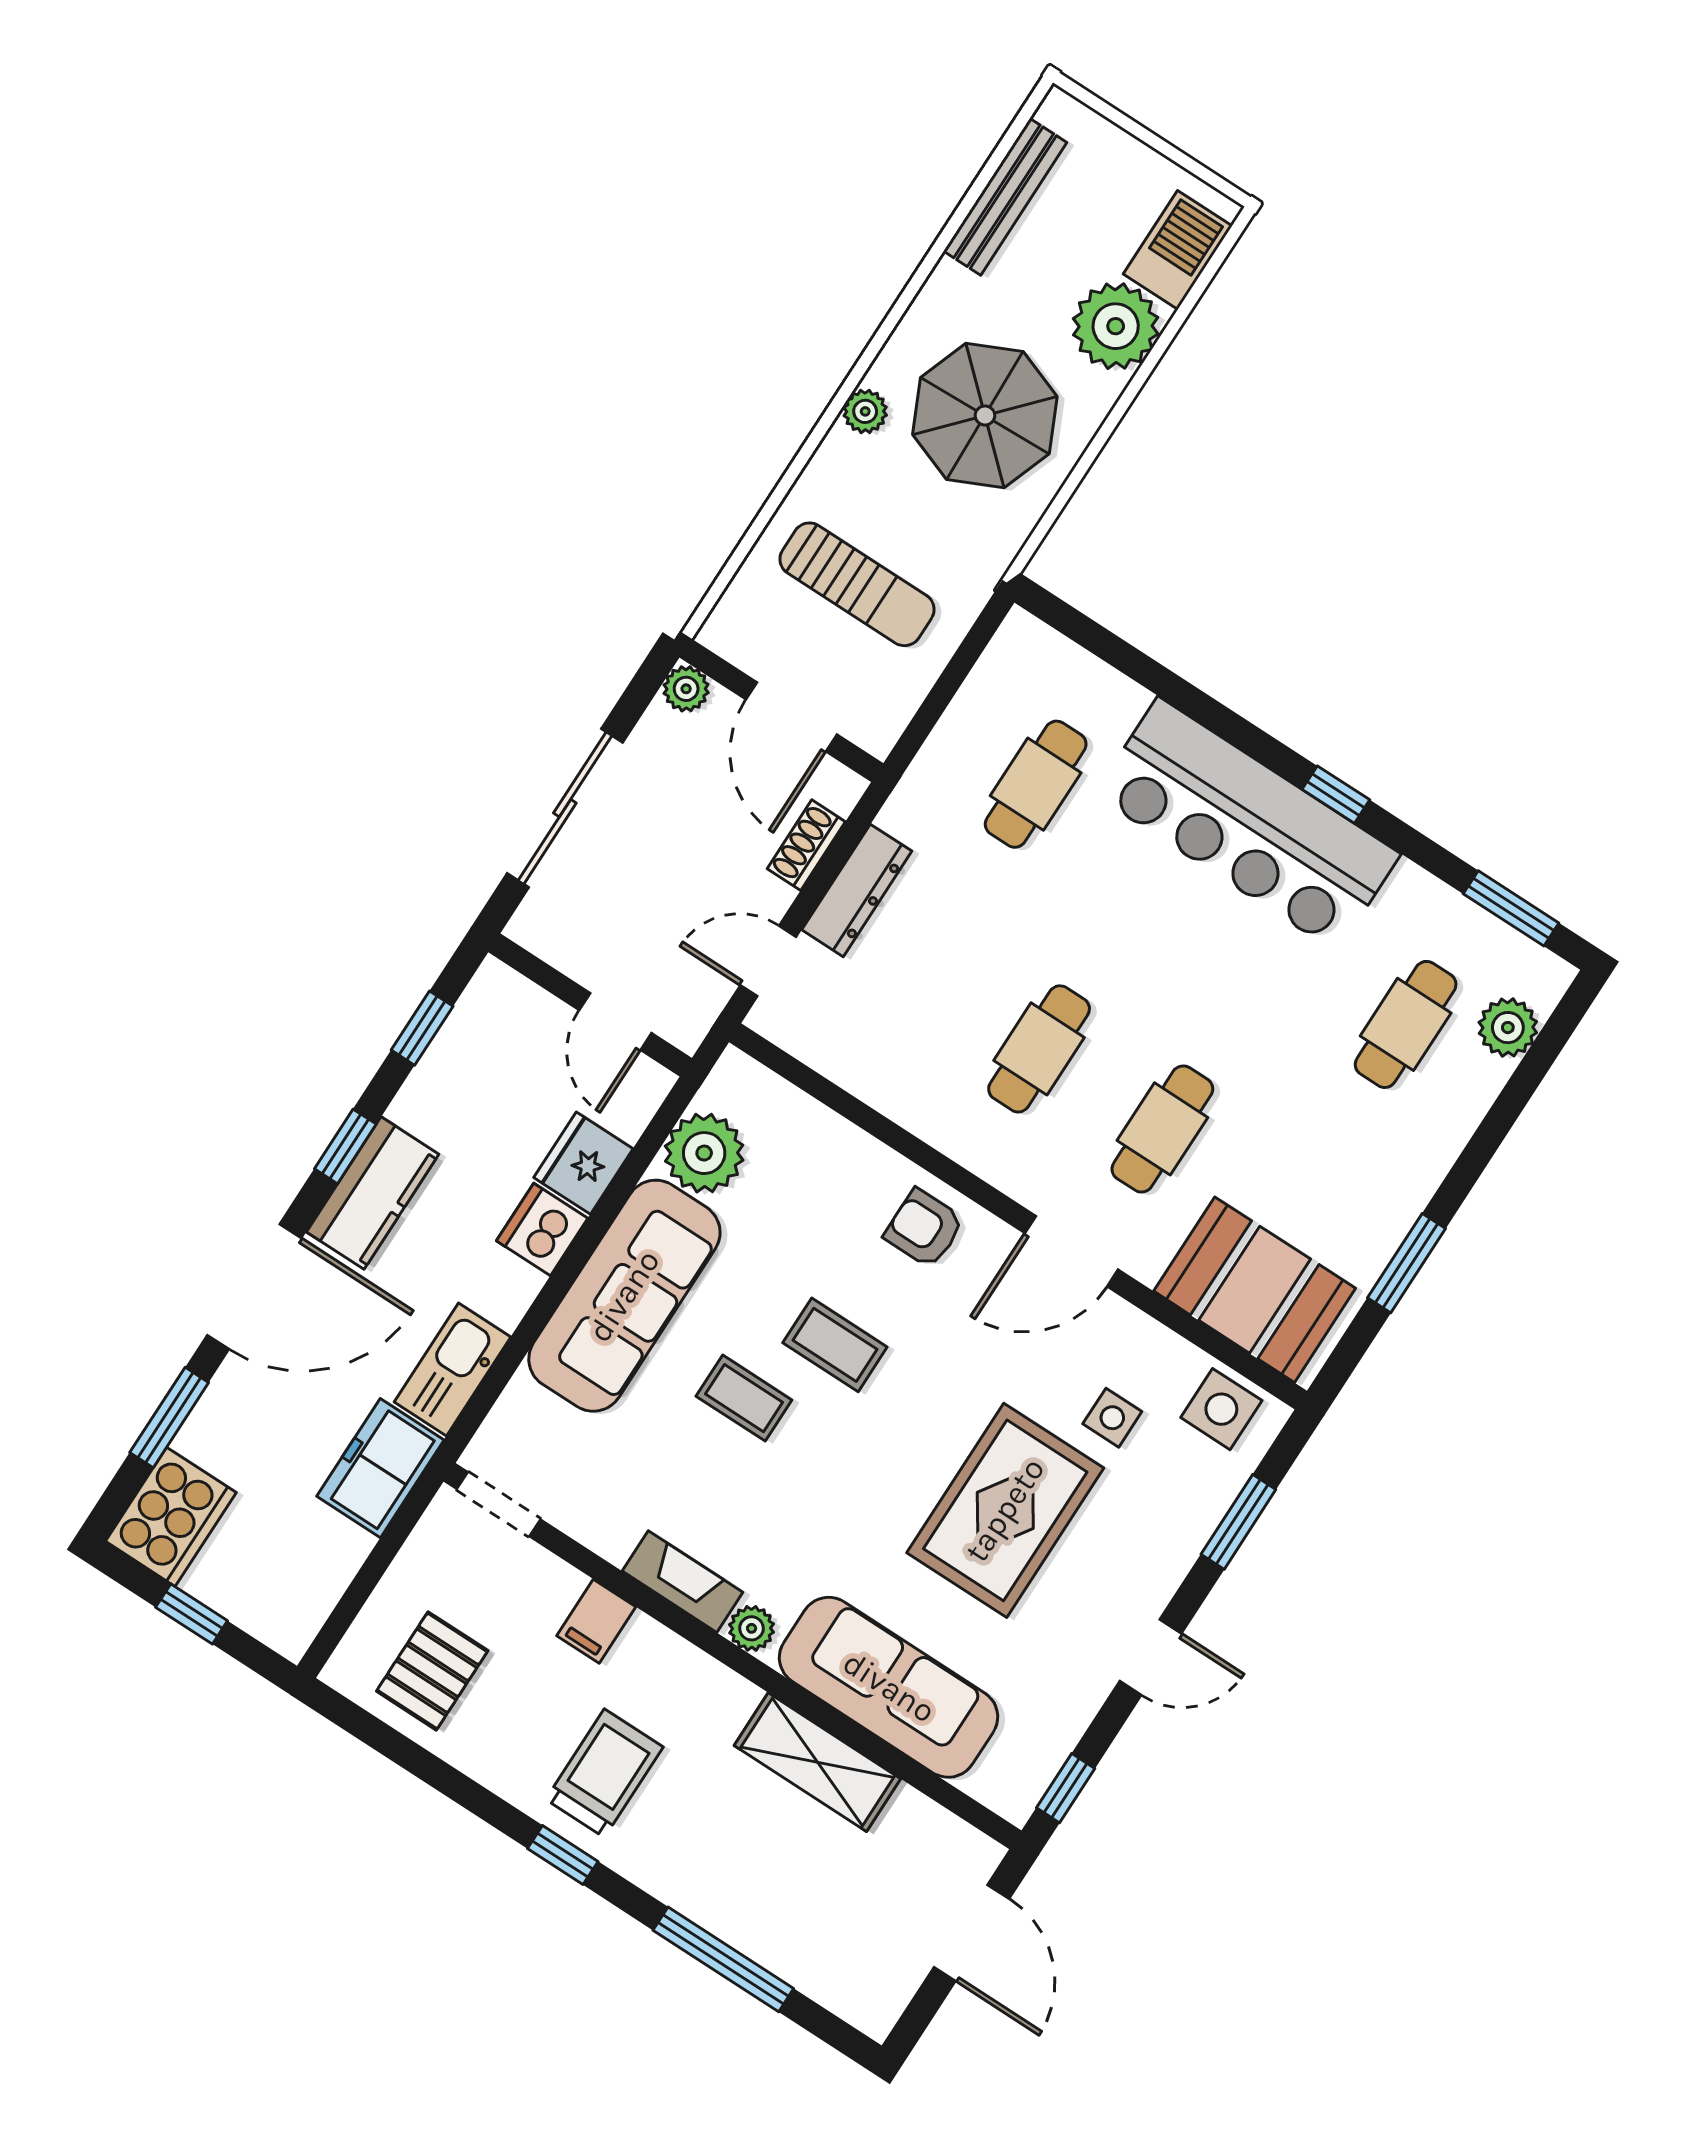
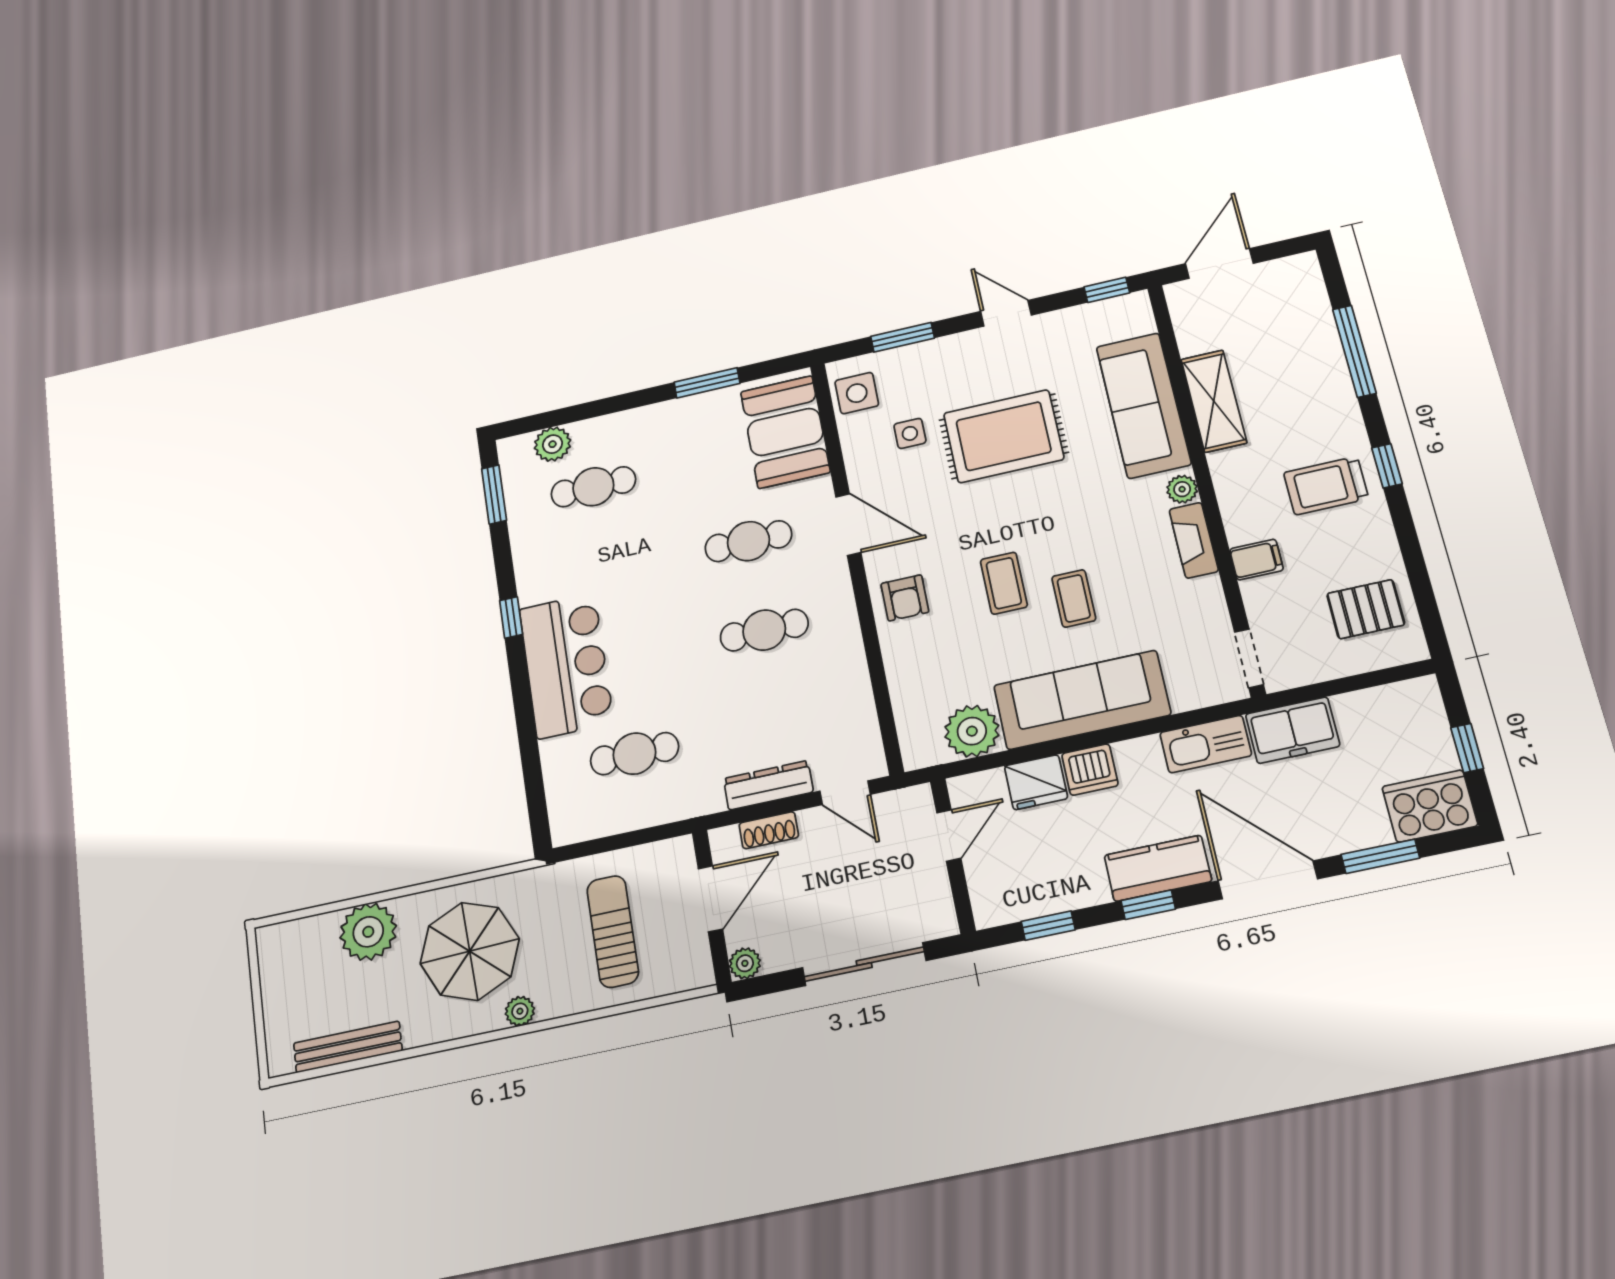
barbecue: (1178, 250) -> (303, 939), removed
bar counter: (1247, 824) -> (566, 666), width x0.73

